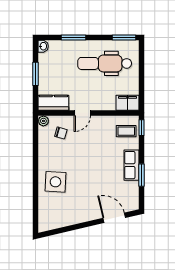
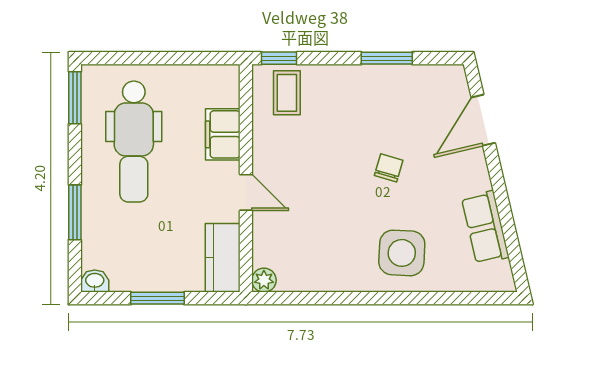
filing cabinet: (127, 103) -> (223, 134), moved
chair: (61, 133) -> (389, 168), moved
row of seats: (132, 165) -> (485, 227), moved, turned 77

